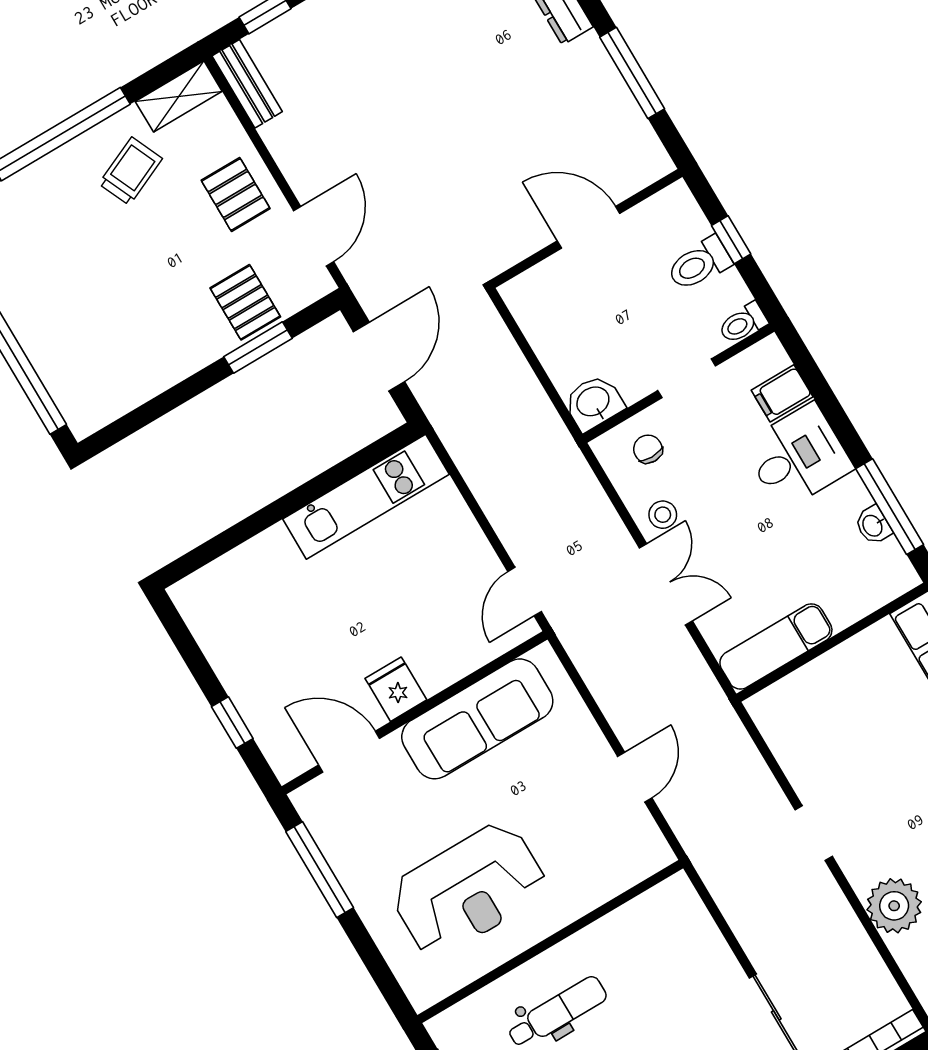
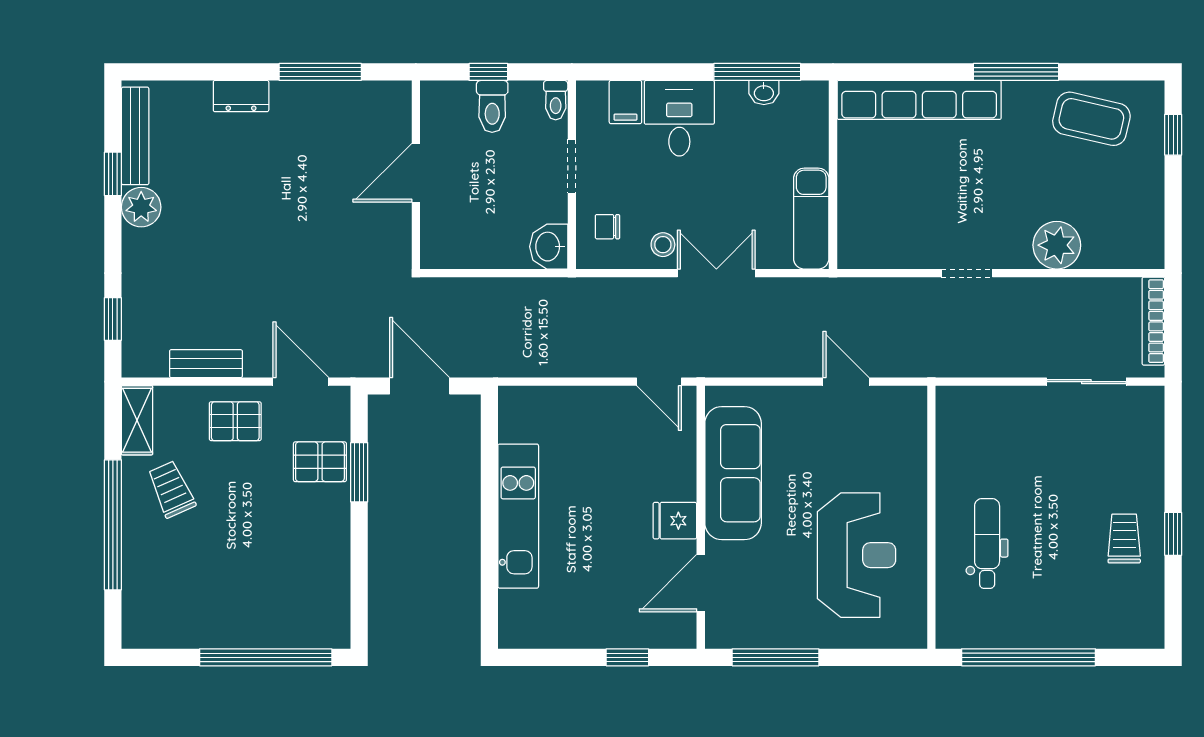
bench: (247, 84) -> (206, 364), moved
kitchen unit: (366, 497) -> (518, 516), moved

